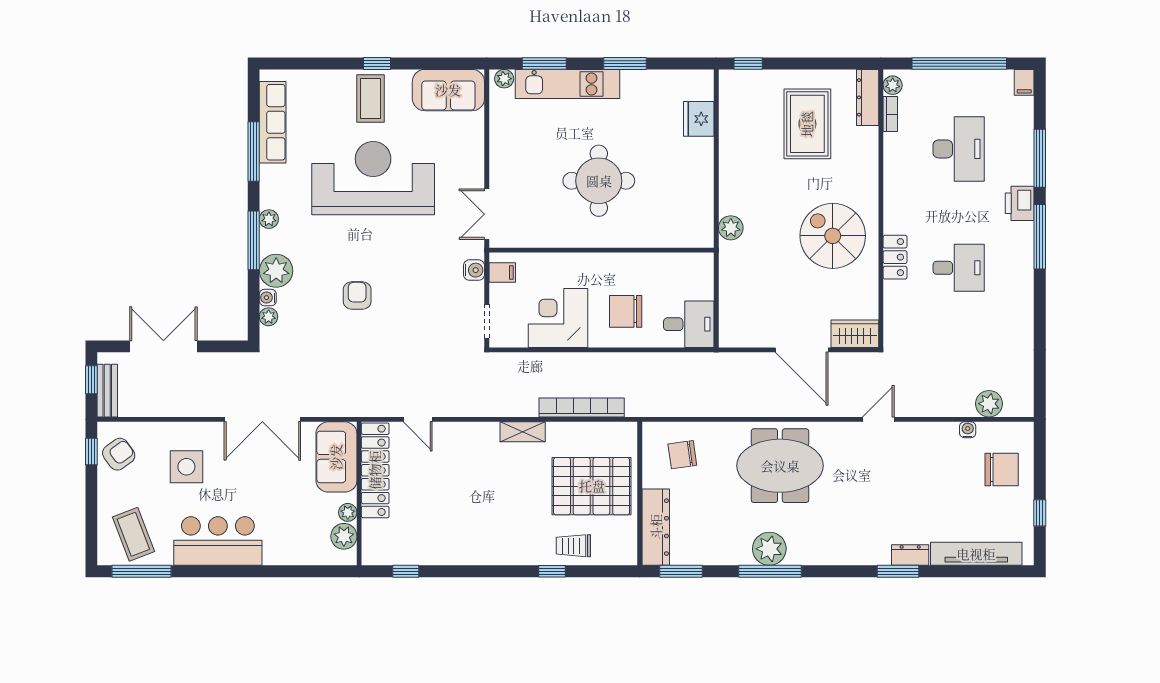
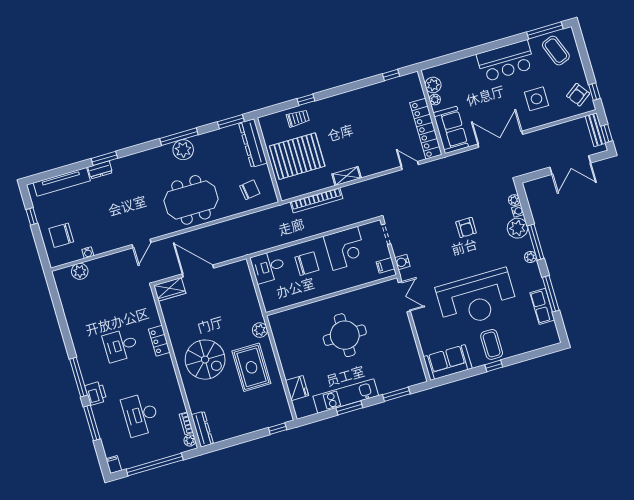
plant: (504, 79) -> (417, 379), removed
kitchen unit: (568, 84) -> (346, 396), moved
row of seats: (273, 122) -> (542, 306), width x0.68
rug: (807, 124) -> (251, 367), moved
spiral stairs: (833, 236) -> (205, 360), moved

